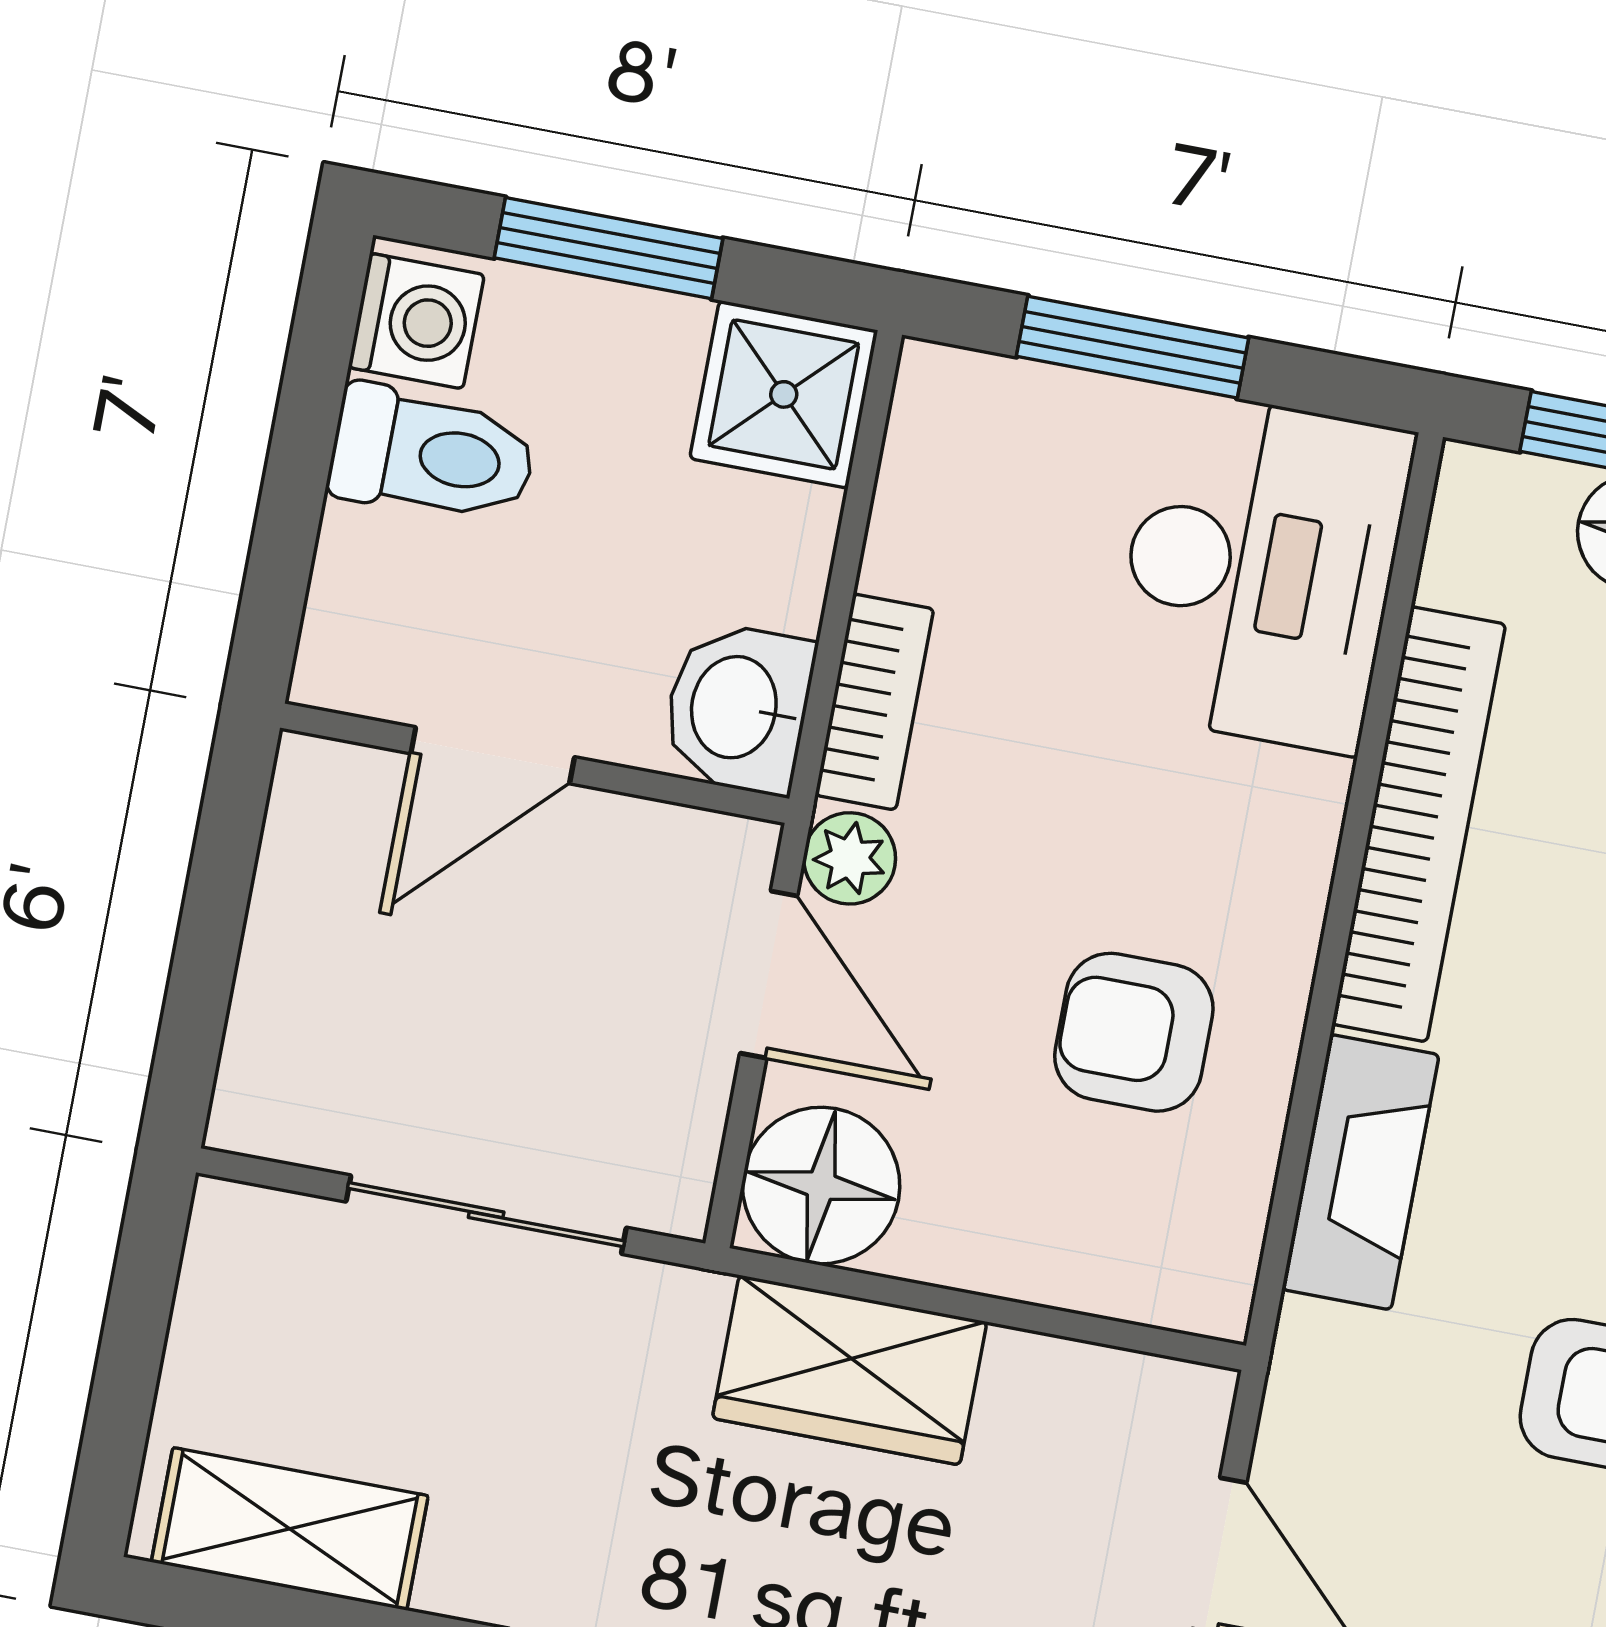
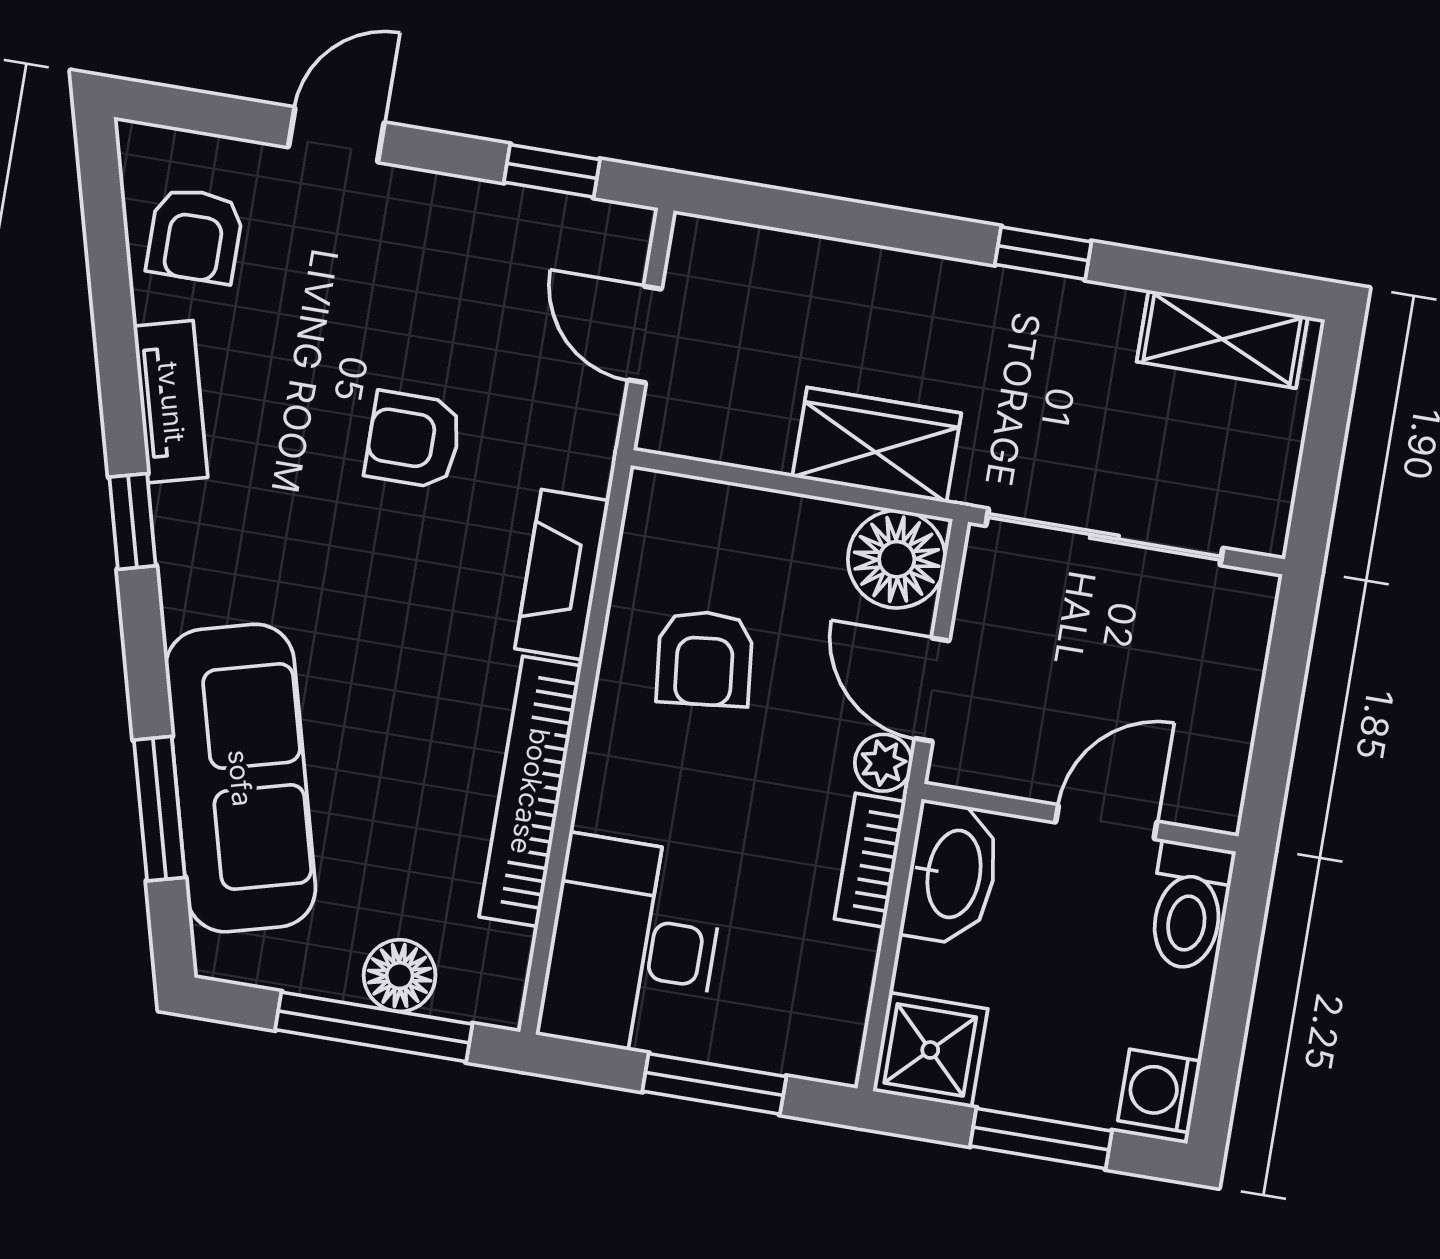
toilet: (432, 455) -> (1189, 906), moved, turned -90
washbasin: (738, 708) -> (952, 874), width x1.38
armchair: (1134, 1032) -> (705, 659), turned 84
sliding door: (486, 1215) -> (1104, 537), width x1.37

